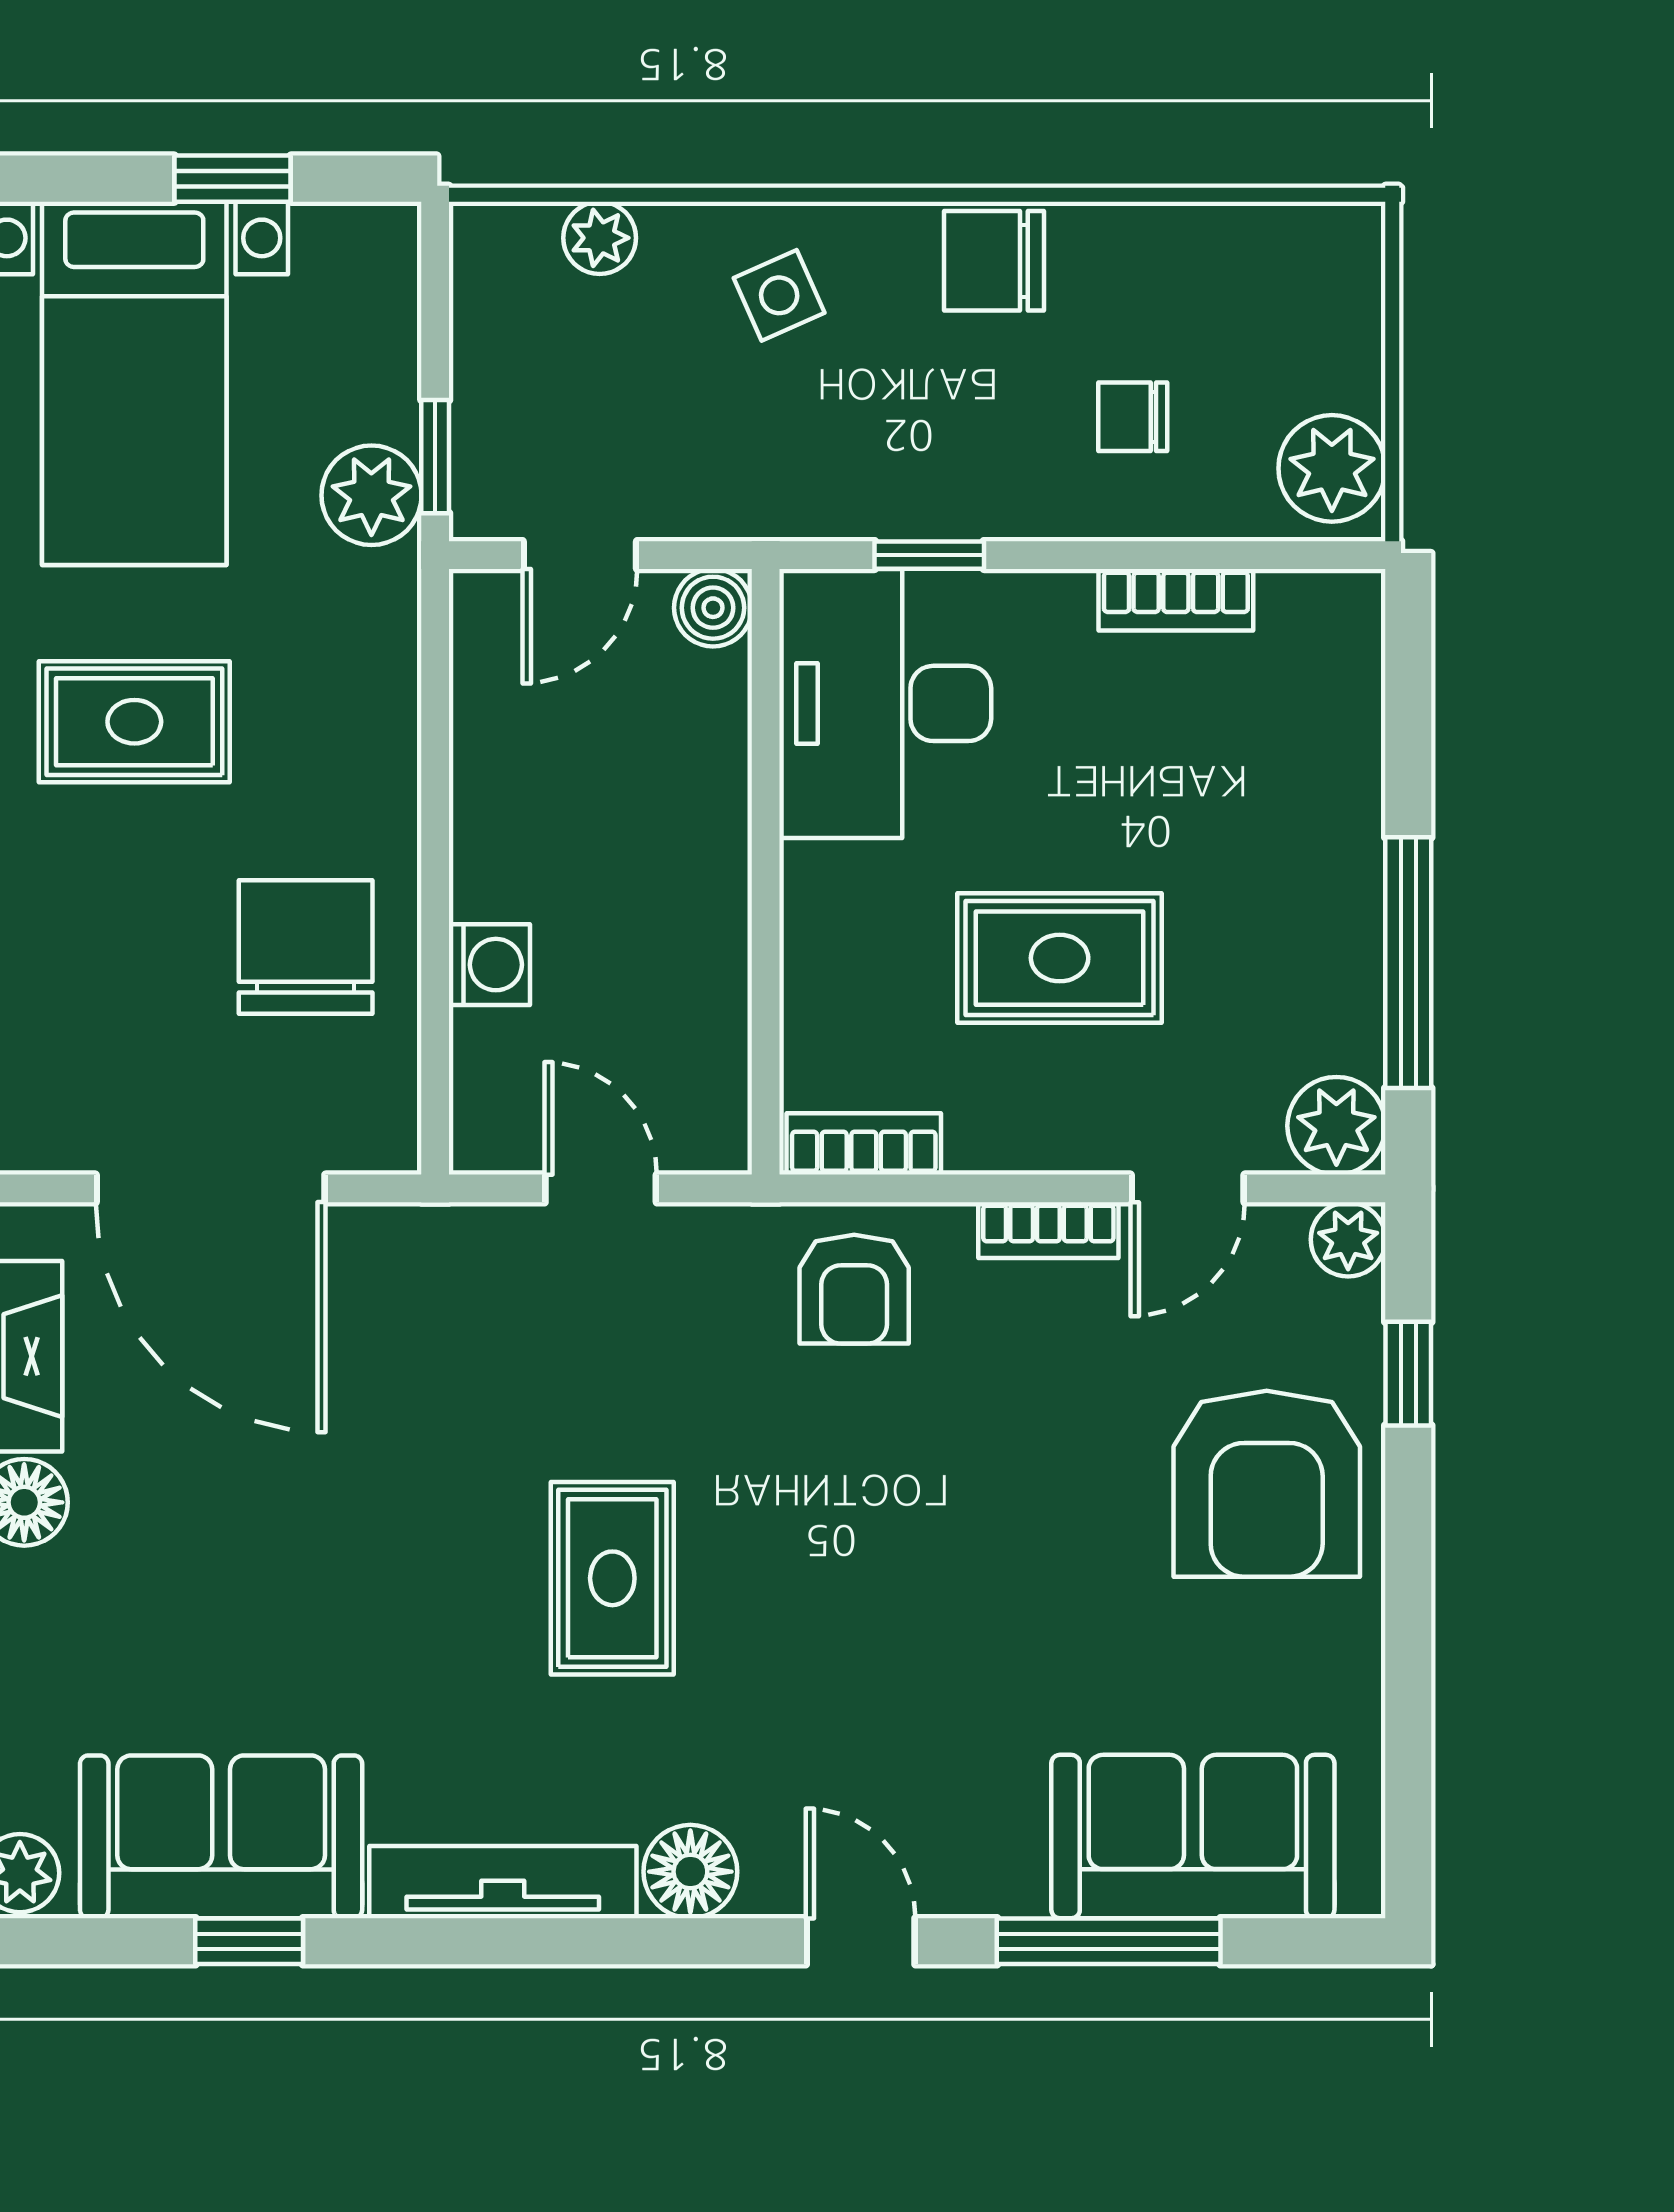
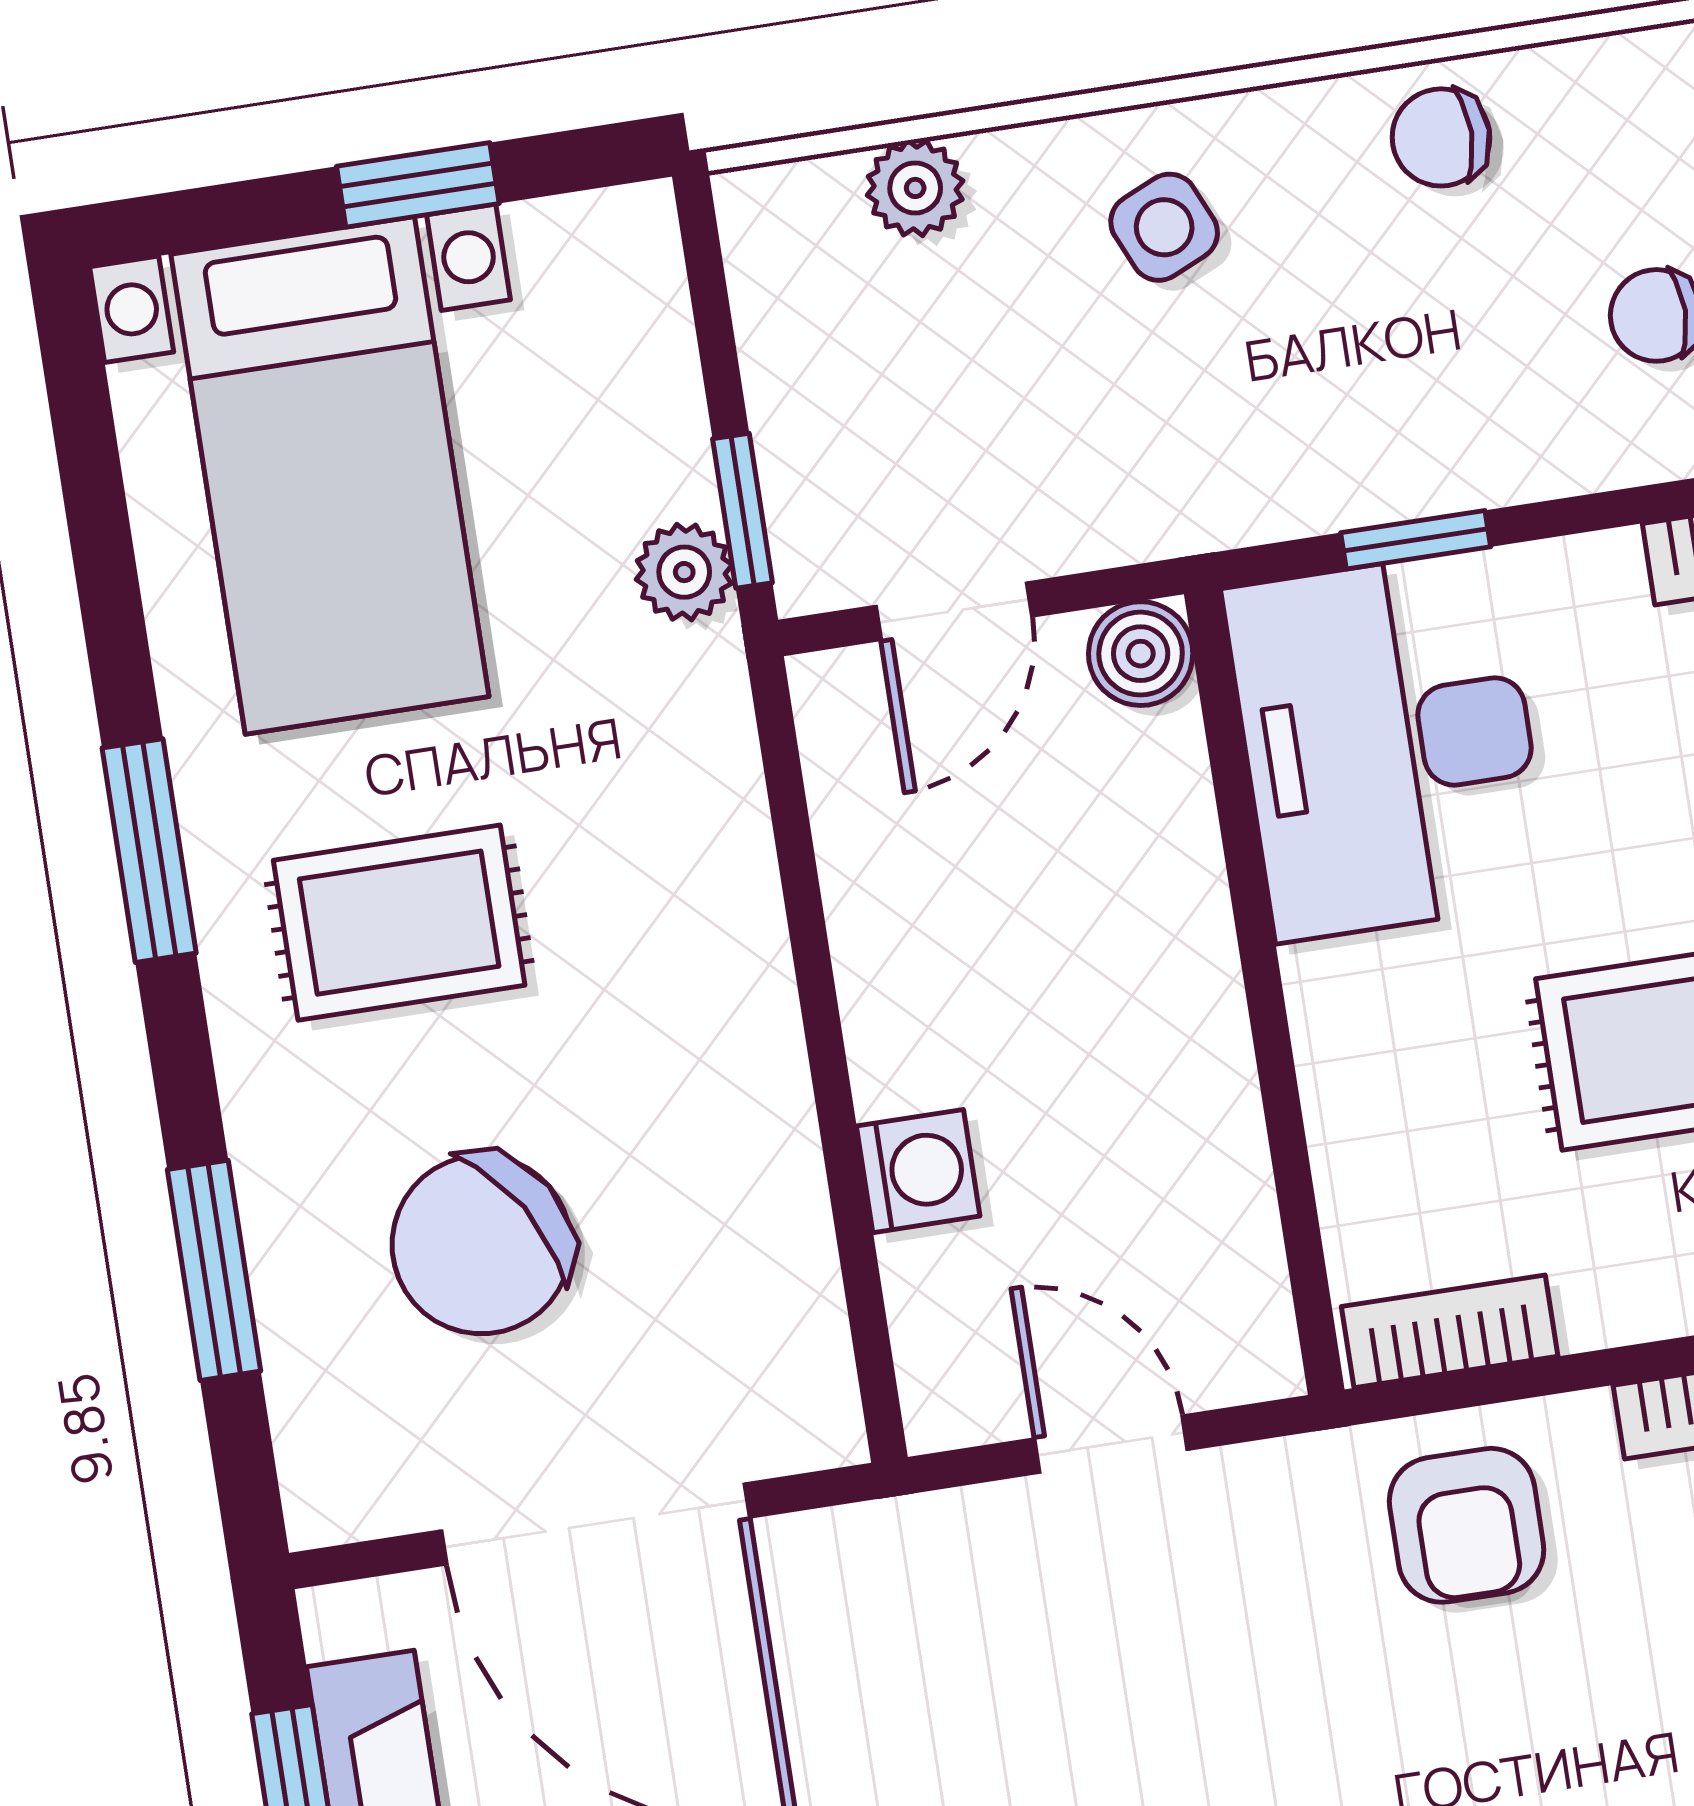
chair: (994, 261) -> (1441, 137), width x0.73, depth x0.73
plant: (371, 495) -> (684, 572), width x0.73, depth x0.73
chair: (306, 947) -> (482, 1245), moved, turned -122

